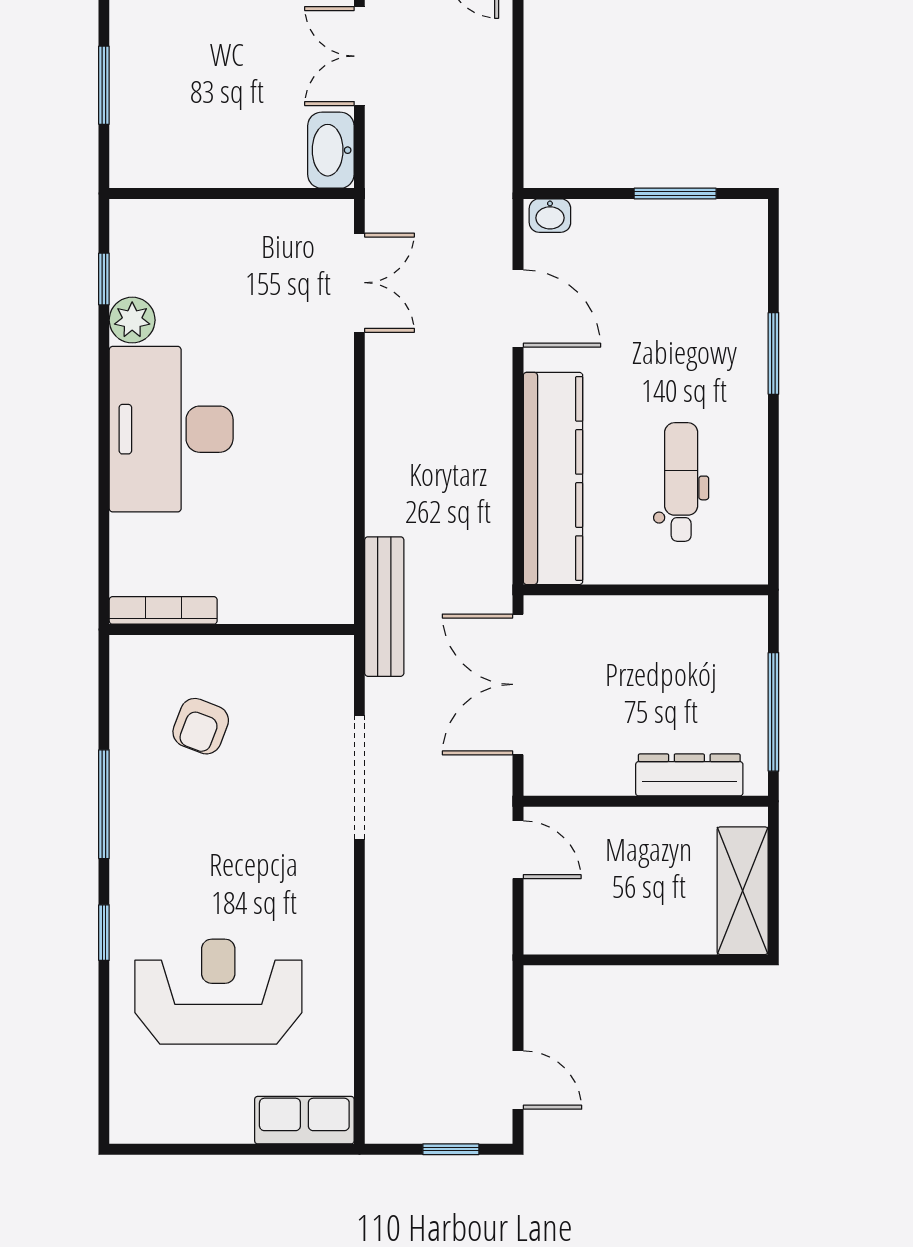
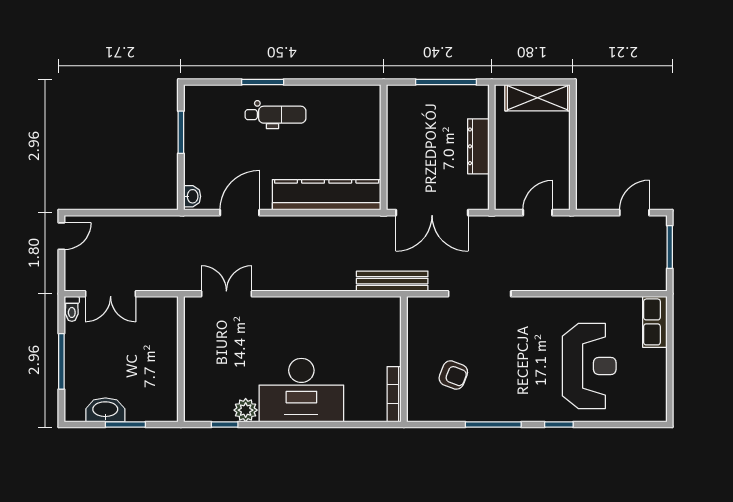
washbasin: (331, 150) -> (105, 410), moved, turned 180
dental chair: (681, 482) -> (276, 115), moved, turned 180
dresser: (689, 775) -> (478, 146), moved
door: (518, 850) -> (538, 213), moved
reception desk: (218, 992) -> (589, 366), turned 180
window: (451, 1149) -> (670, 247), width x1.50

